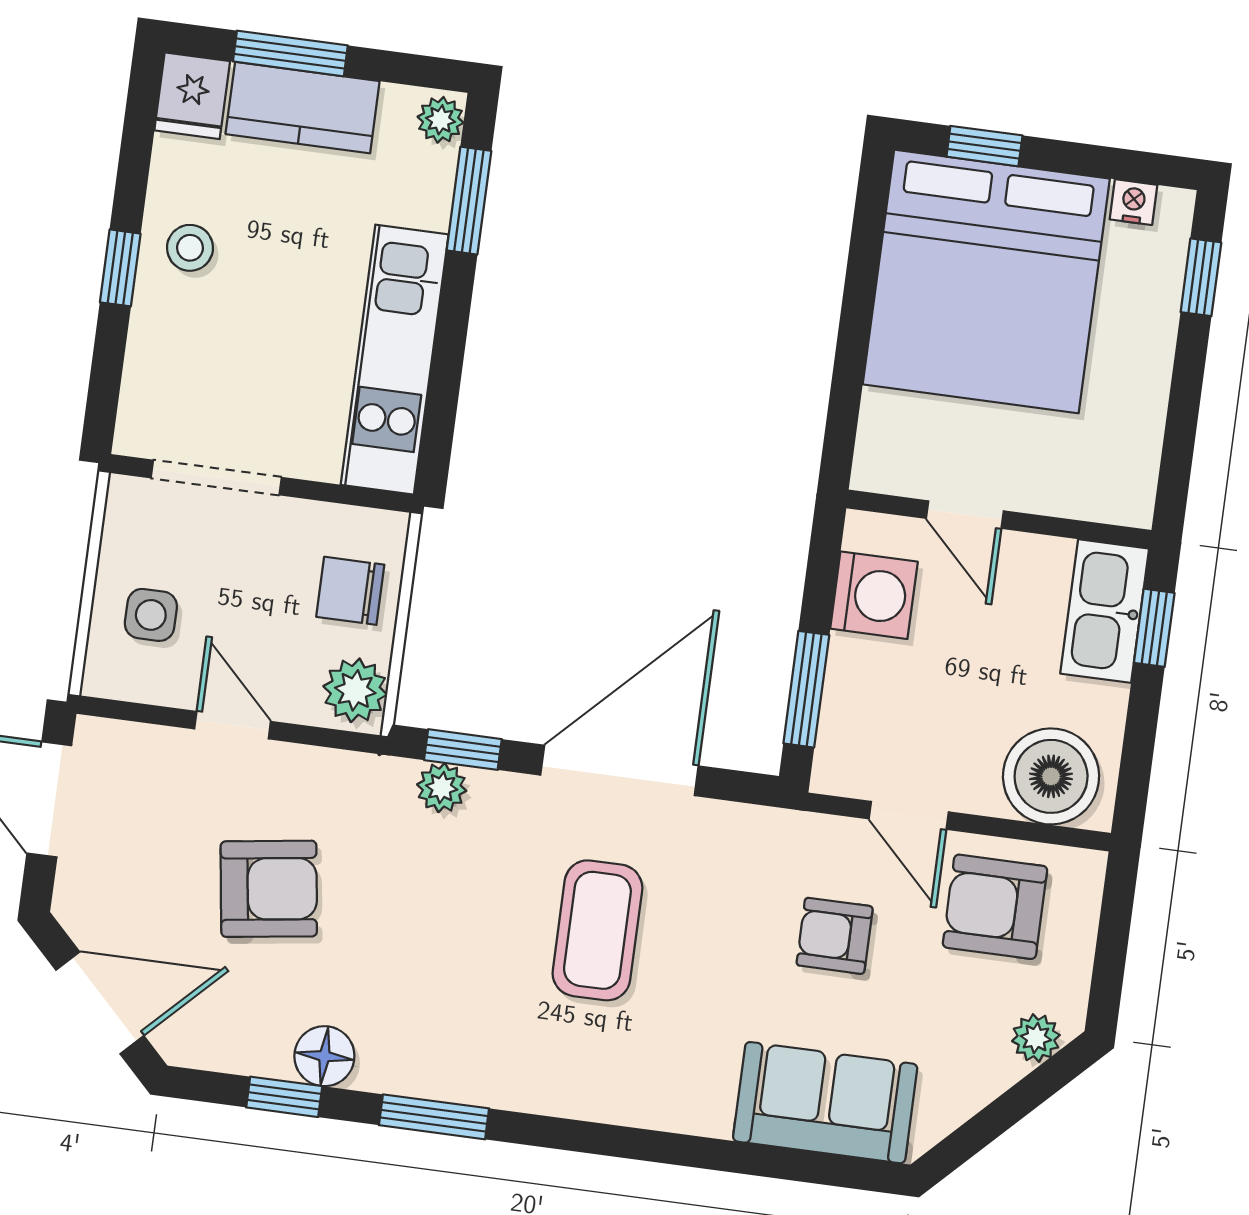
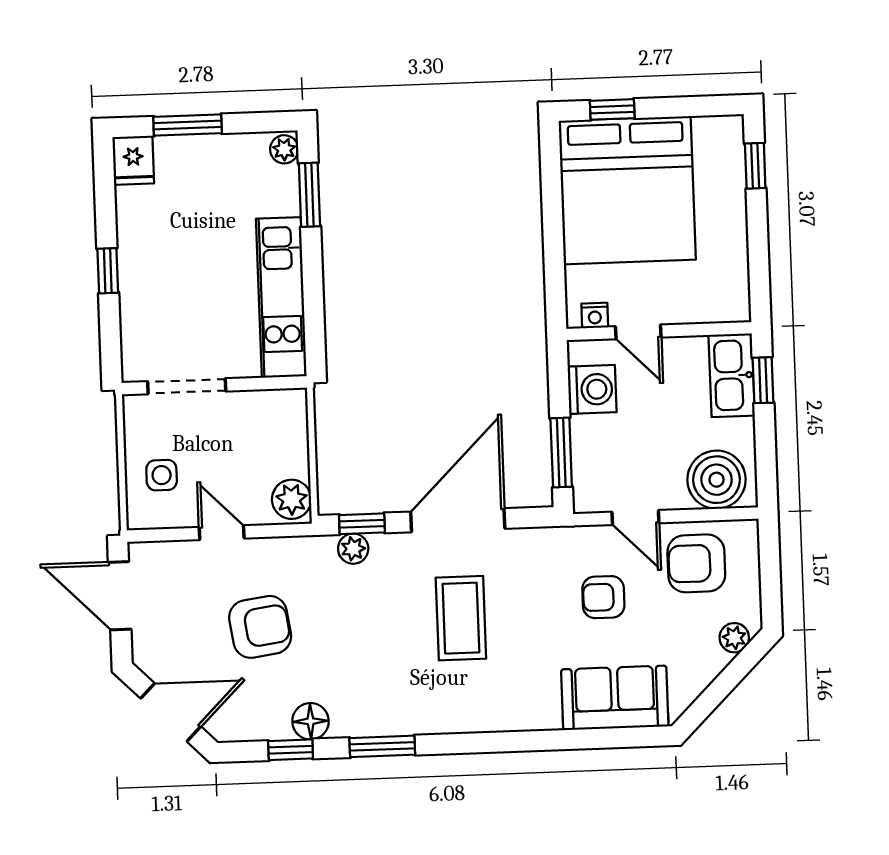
kitchen counter: (303, 108) -> (200, 156), removed
nightstand: (1133, 202) -> (595, 315), moved, turned 180
stool: (190, 248) -> (147, 252), removed
chair: (350, 591) -> (278, 440), removed

